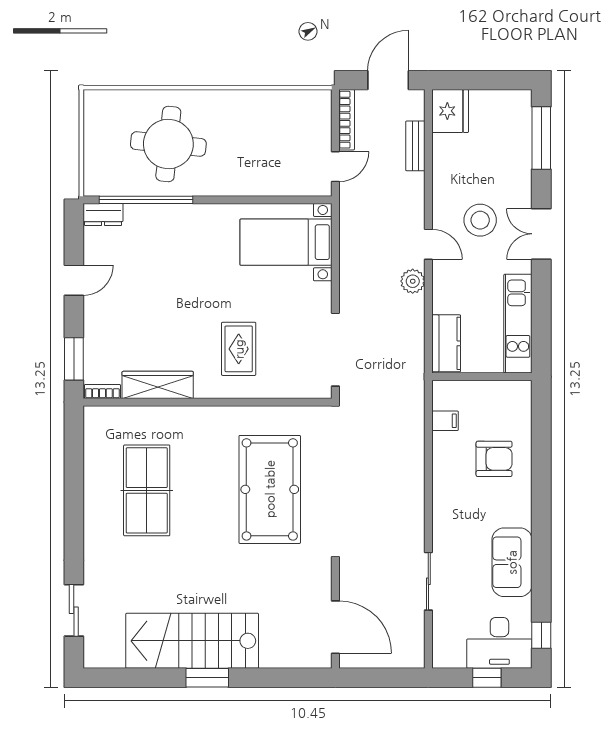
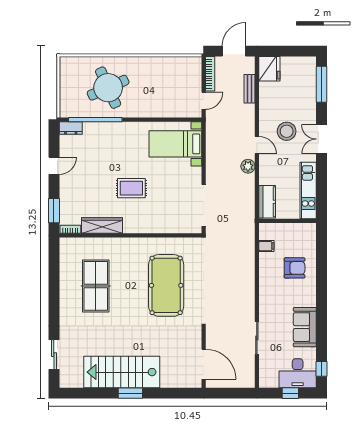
round table: (168, 144) -> (108, 88), turned -30
rug: (239, 349) -> (131, 188), moved, turned 90

